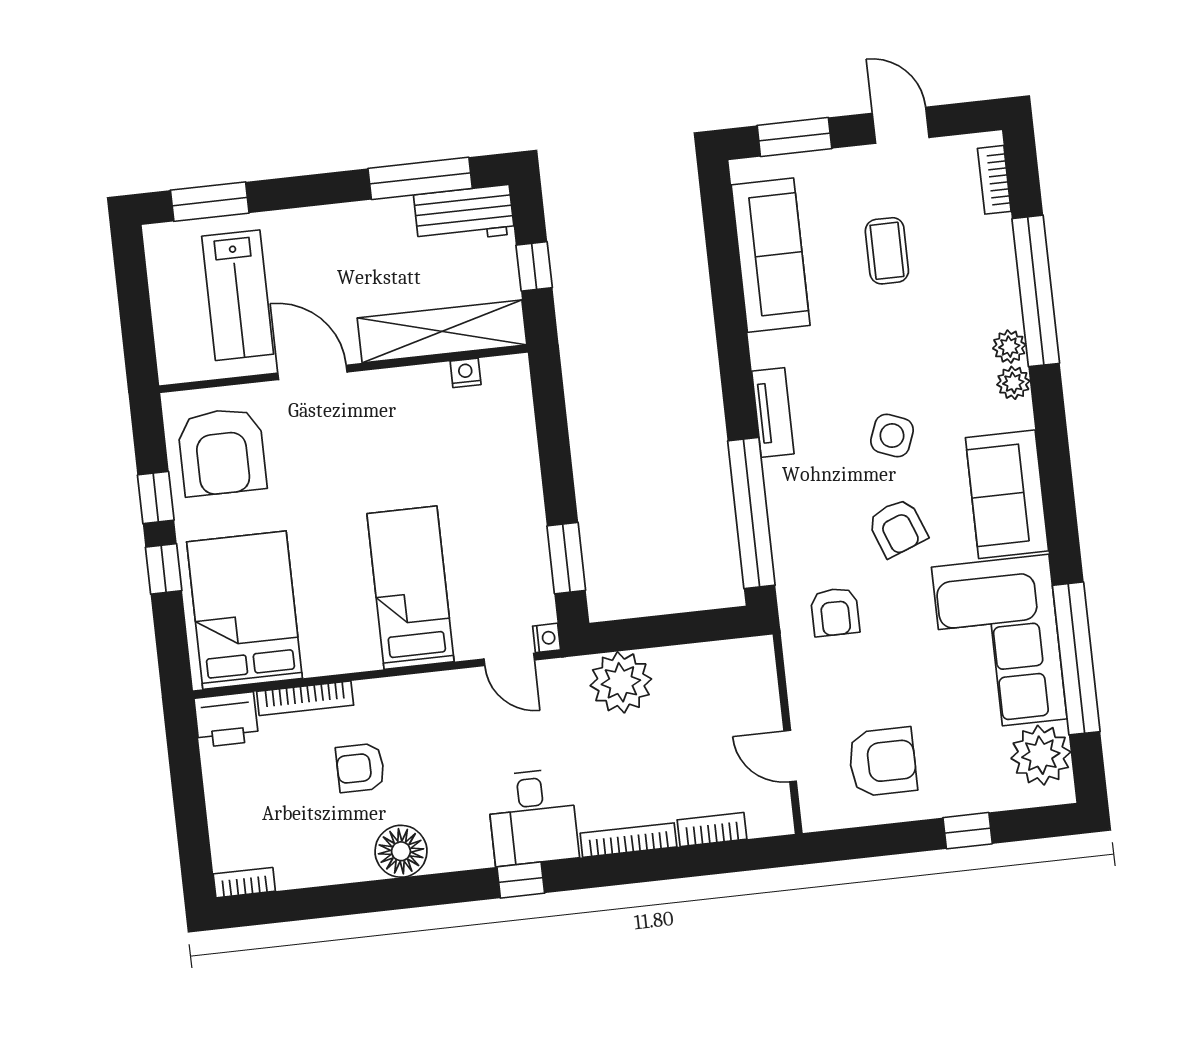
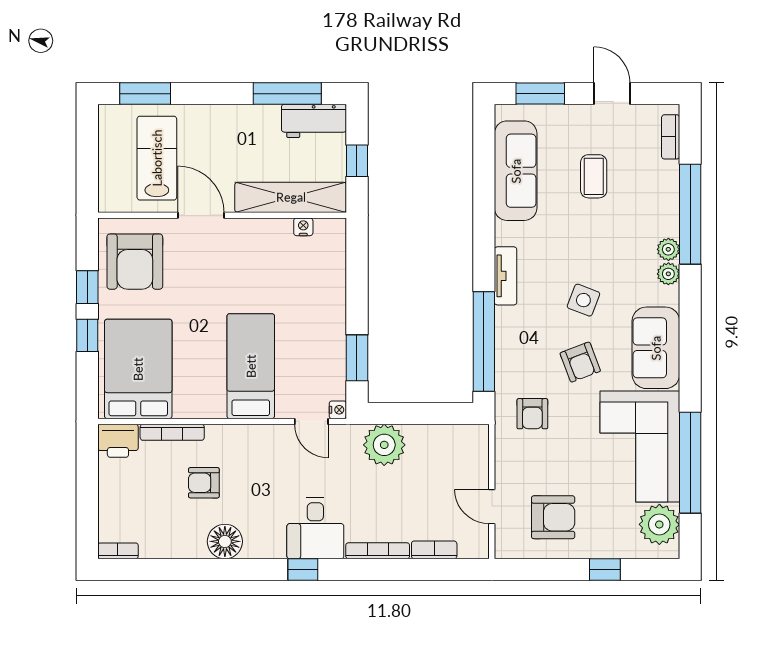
lab bench: (238, 295) -> (157, 158), turned 180

